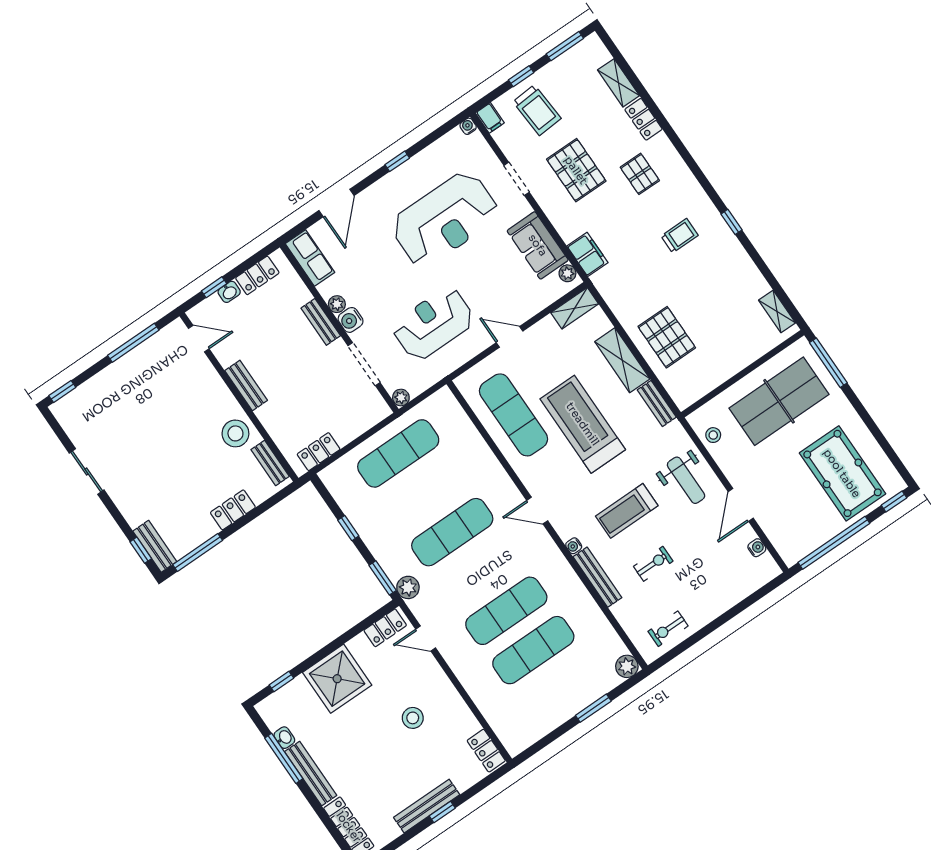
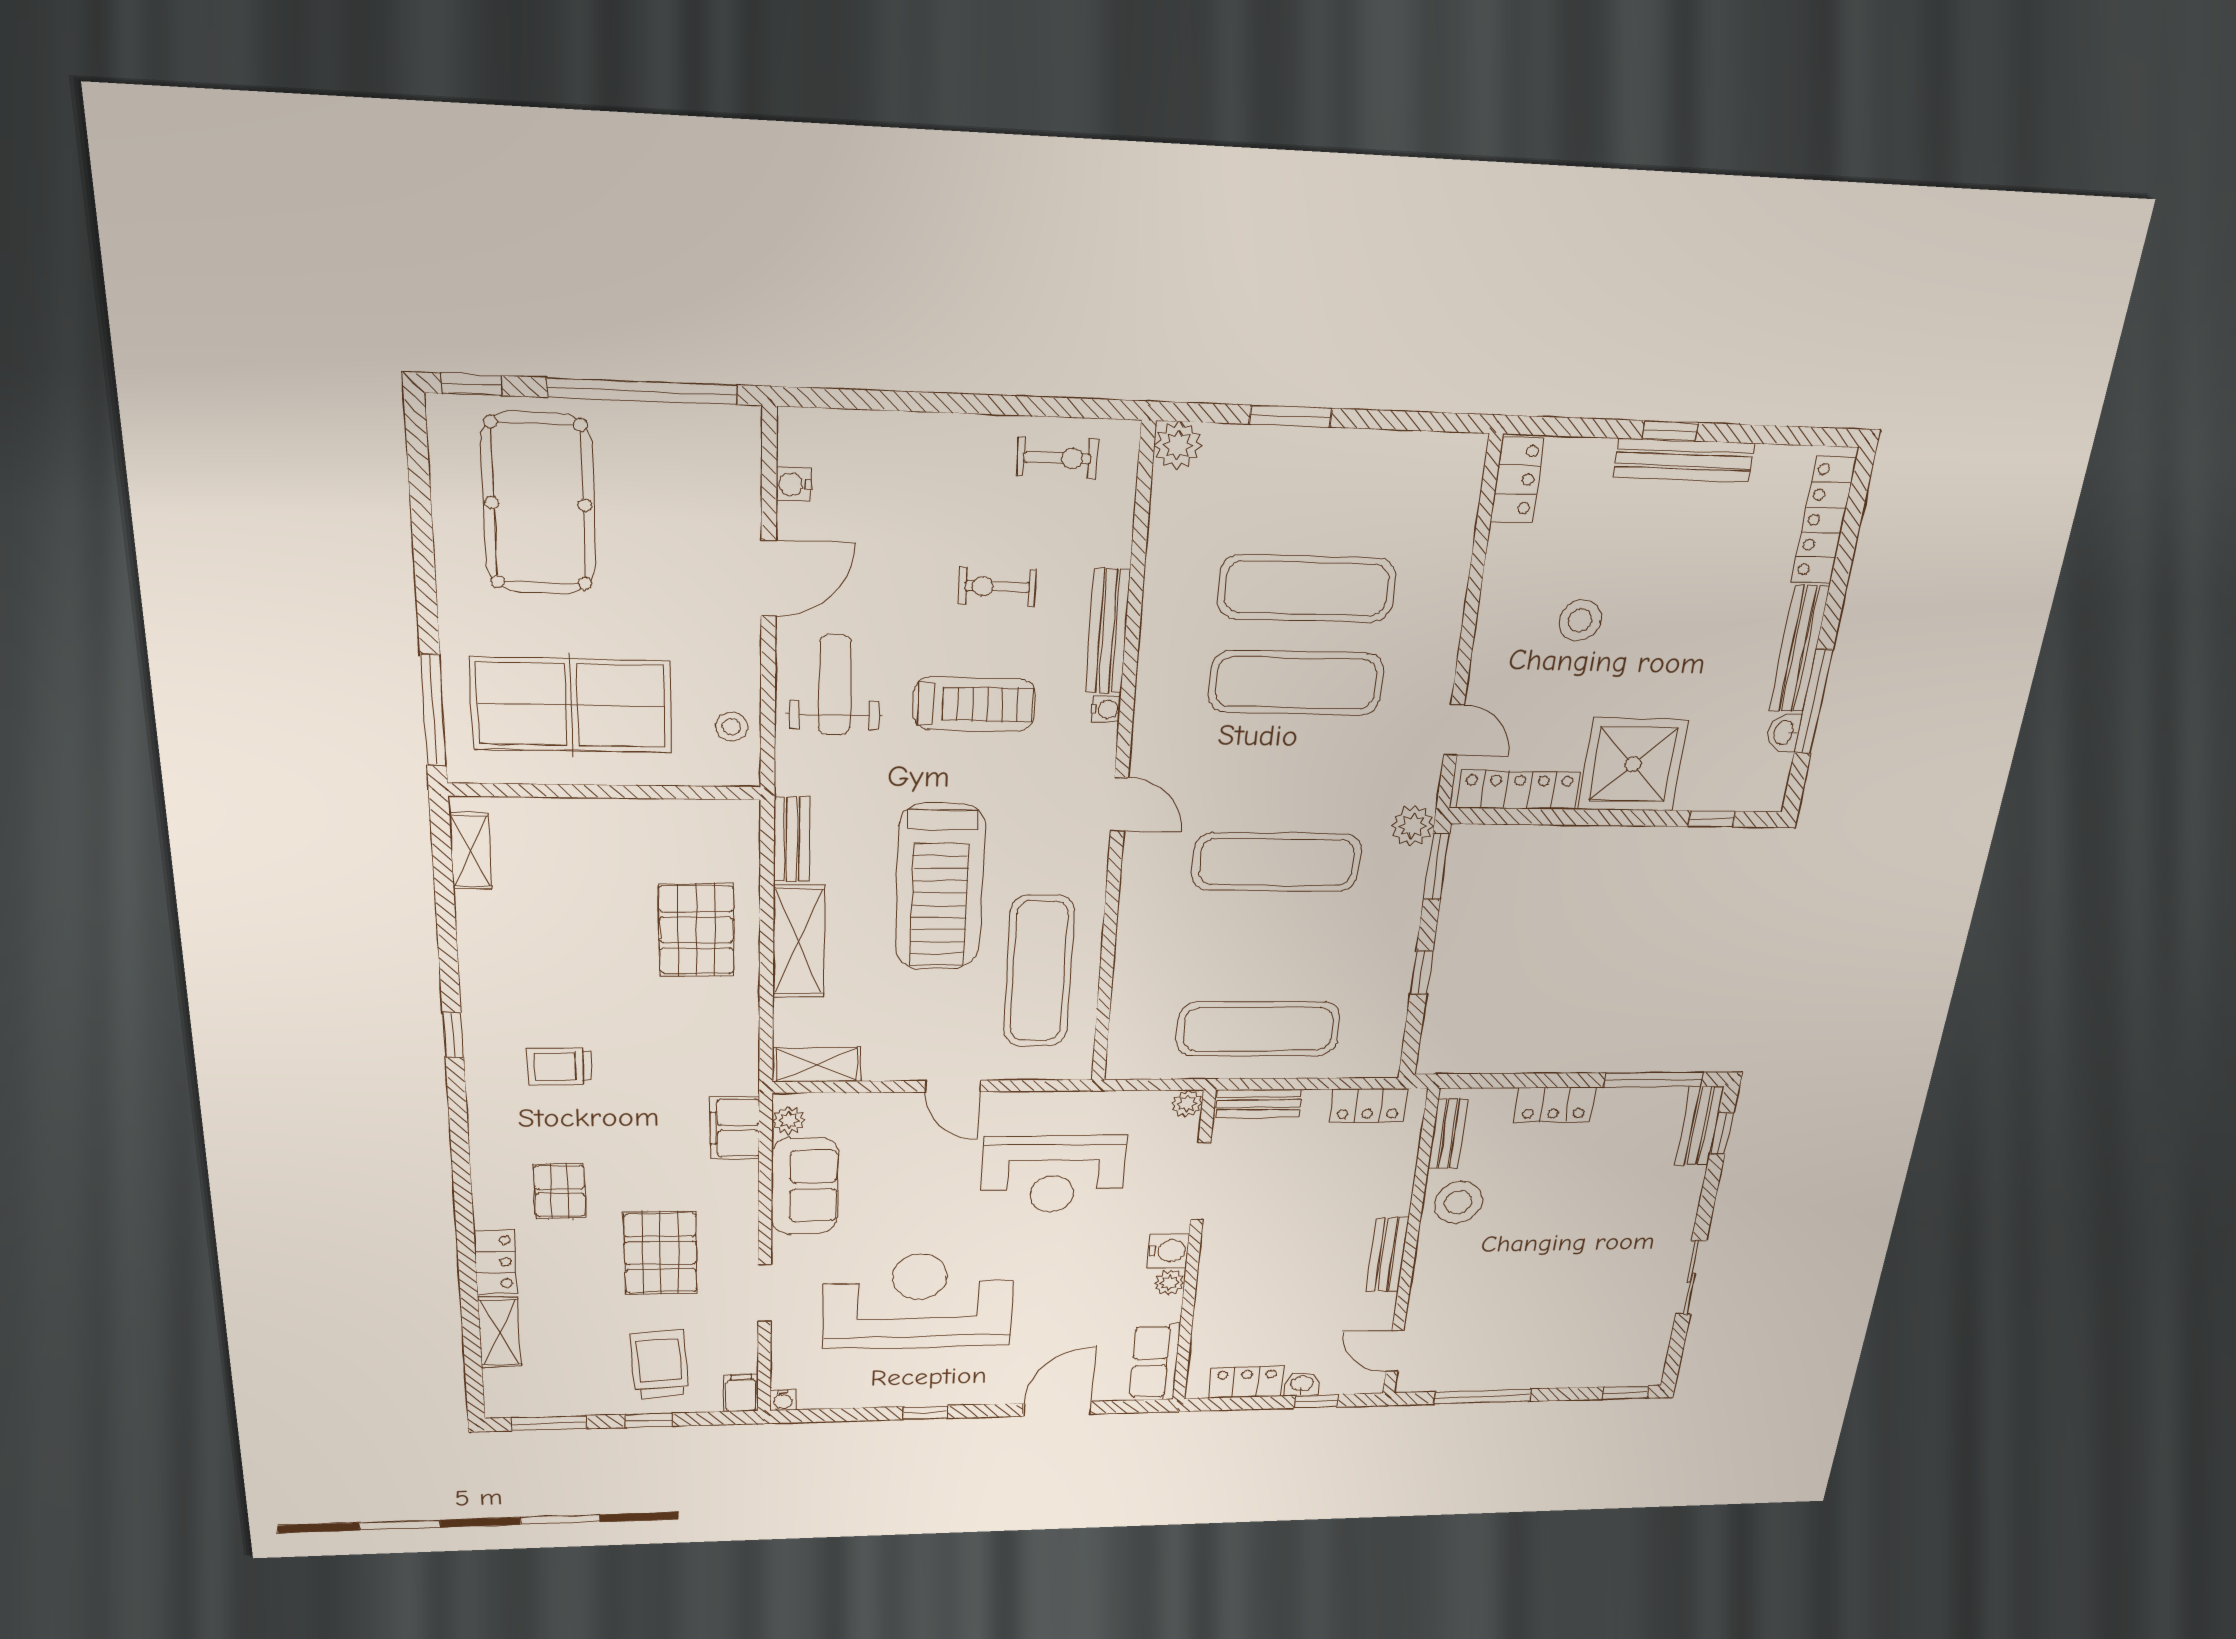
bench: (321, 322) -> (1258, 1104), moved, turned 90
locker: (385, 628) -> (1519, 790), width x1.53

